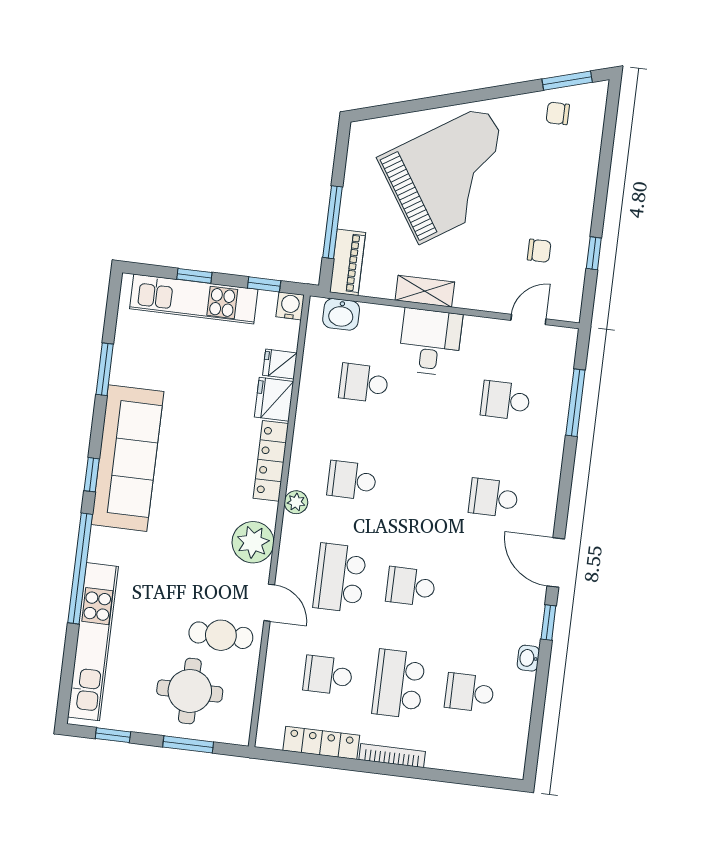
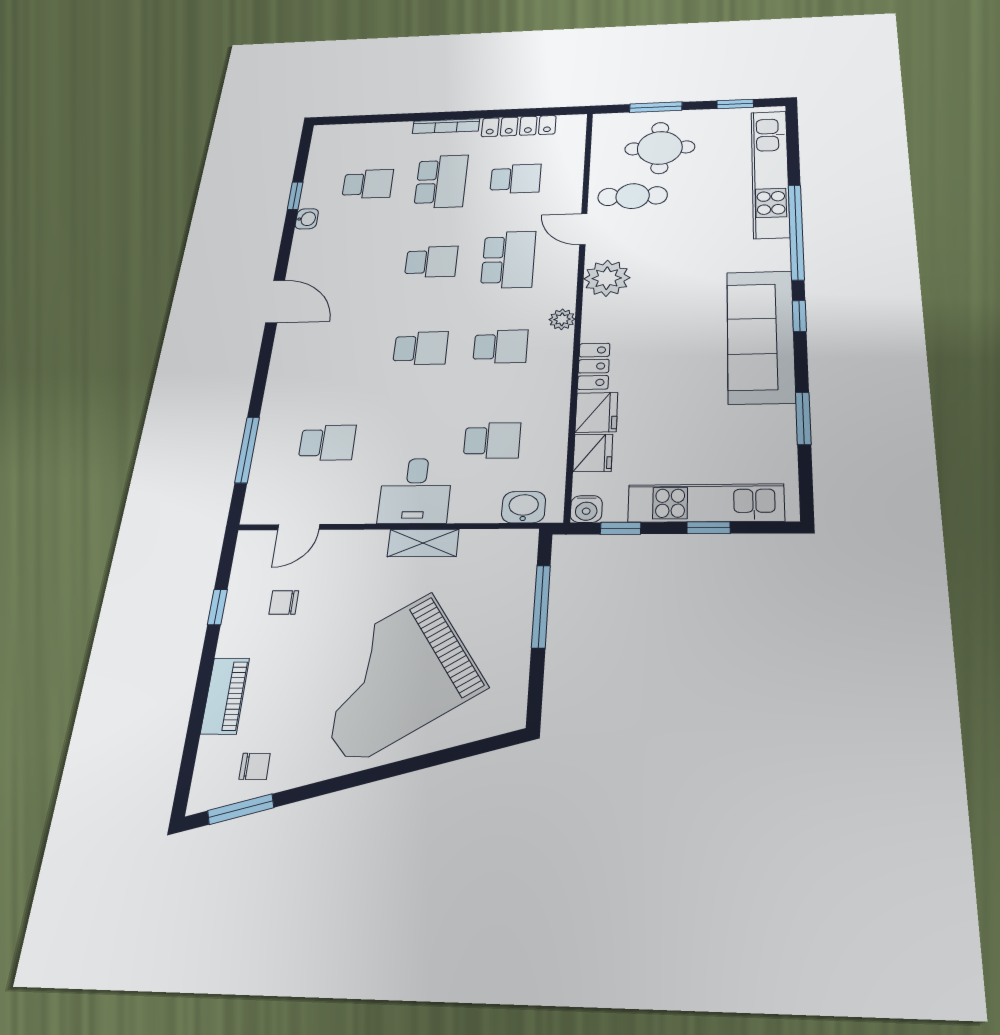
piano: (348, 262) -> (225, 696), moved, turned 180
fridge: (280, 364) -> (593, 453), width x1.38
locker: (271, 461) -> (594, 366), width x0.66
school desk: (493, 498) -> (421, 348), moved
window: (548, 622) -> (295, 196), moved

